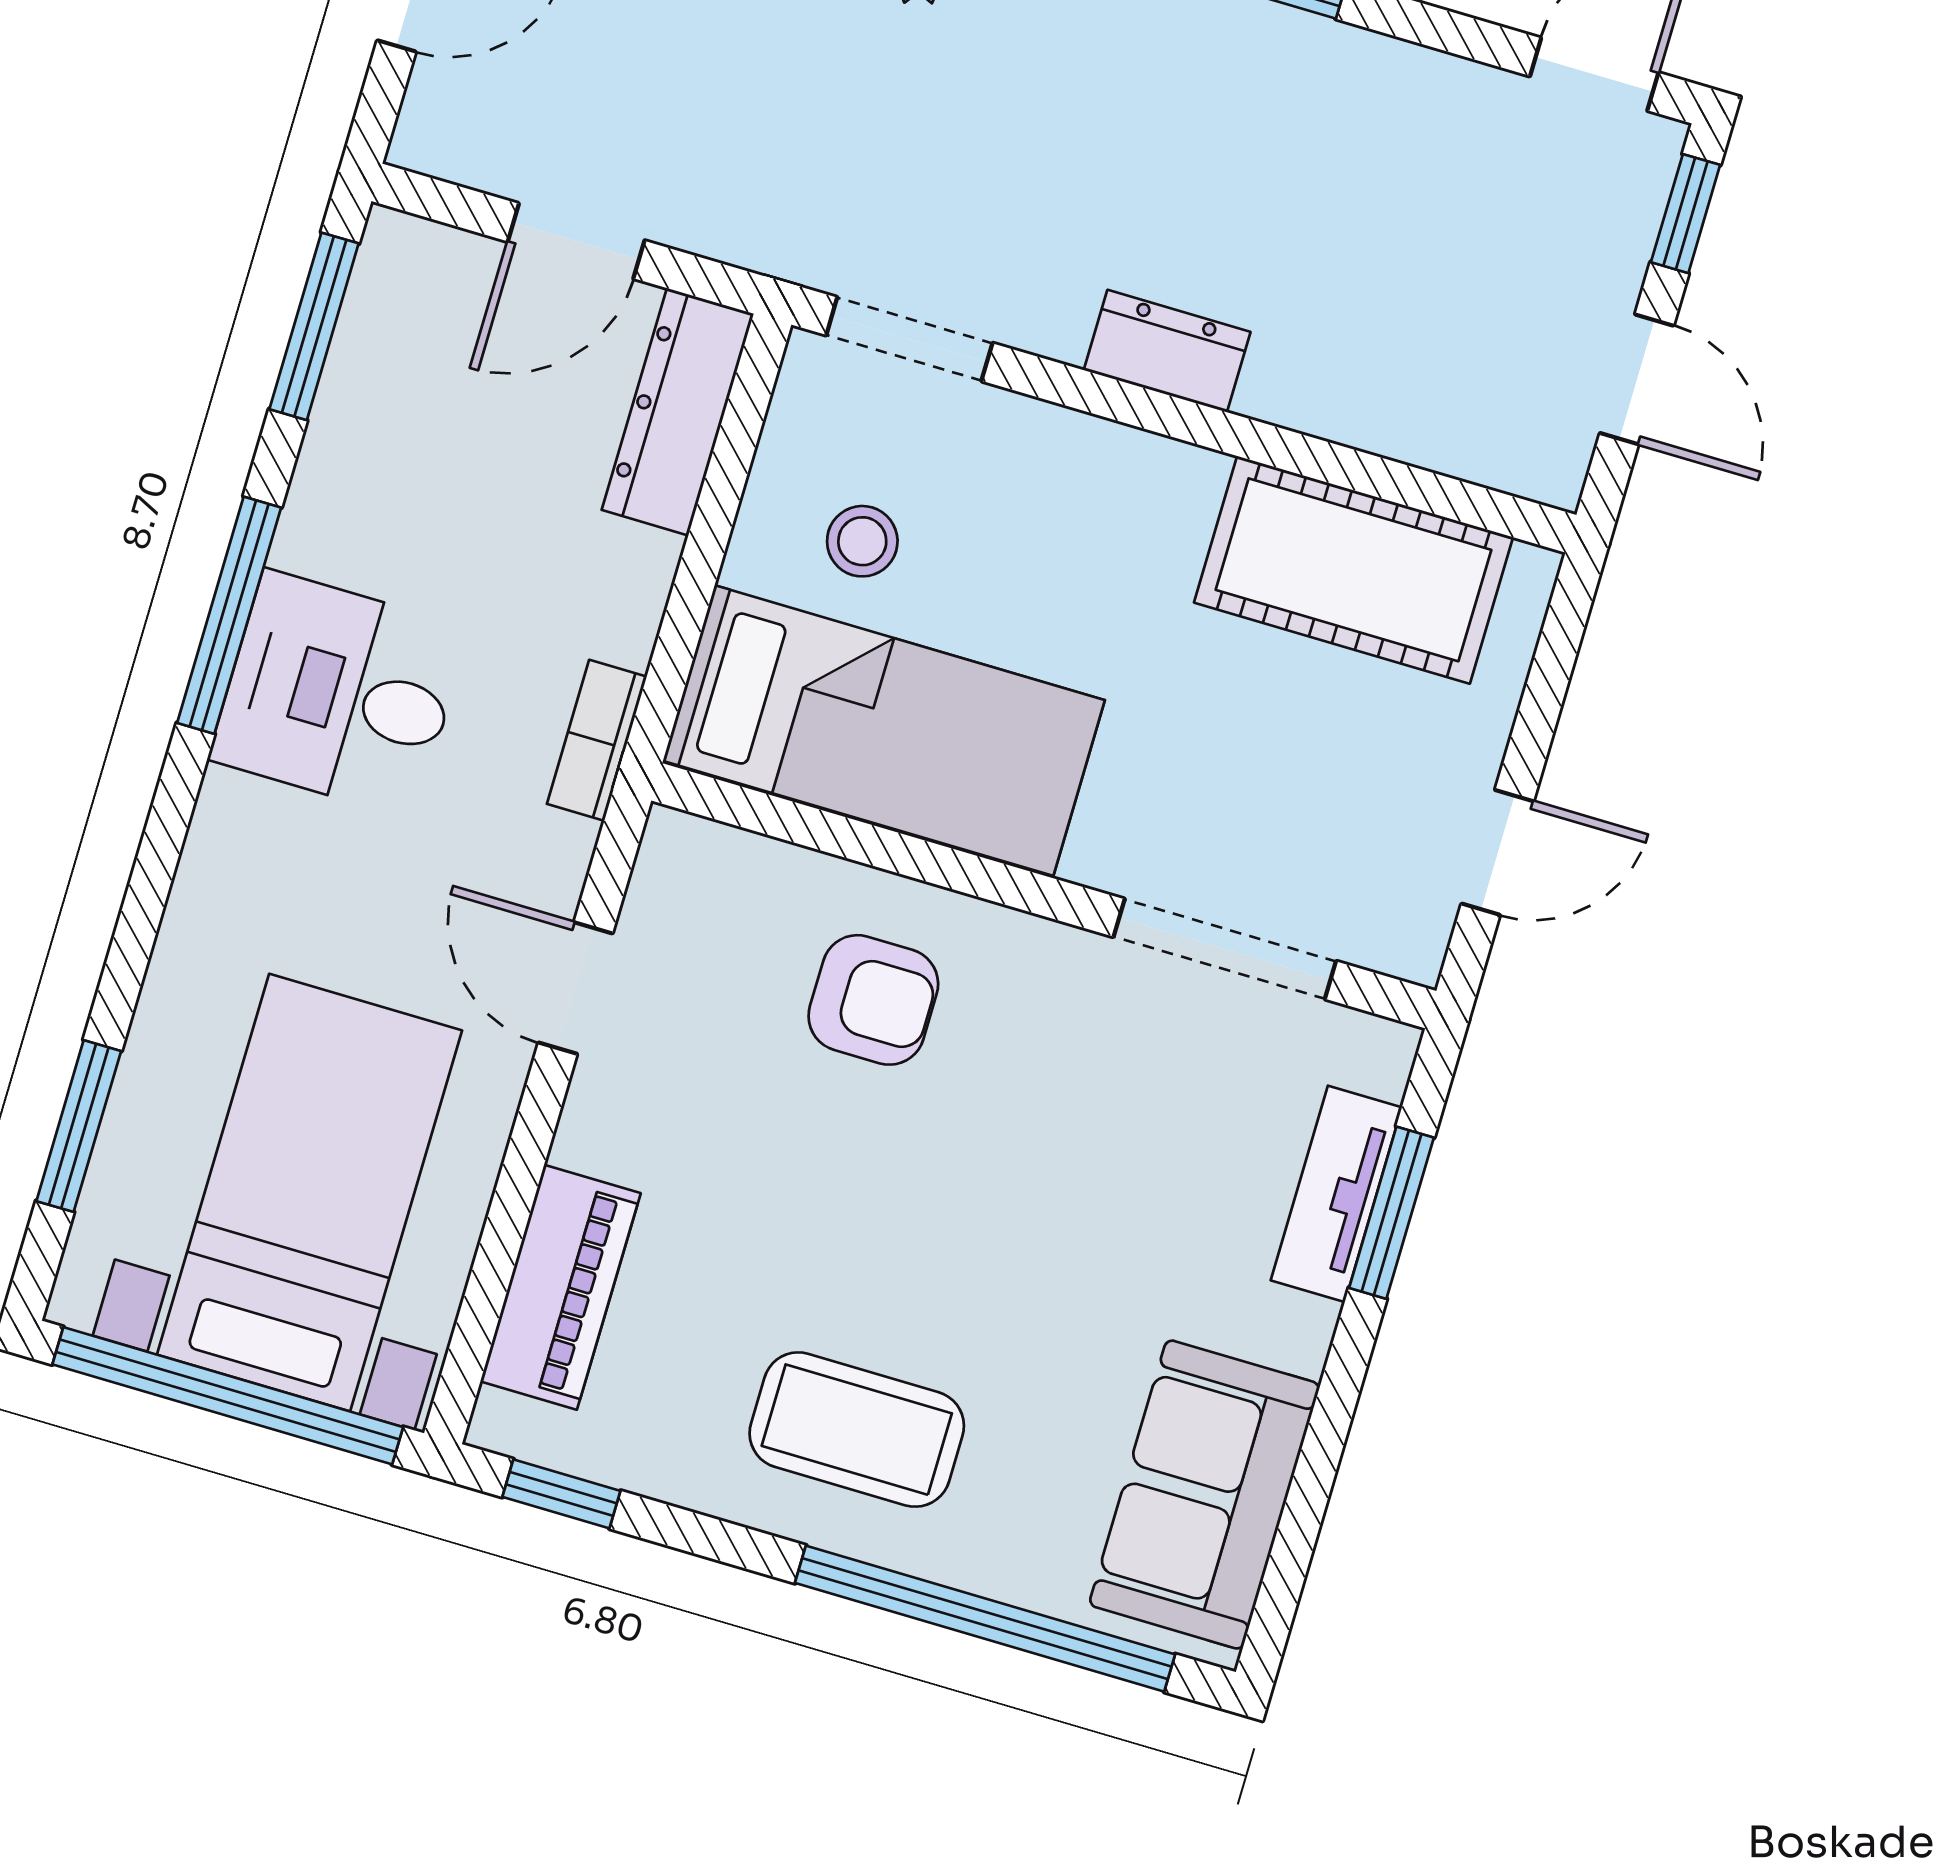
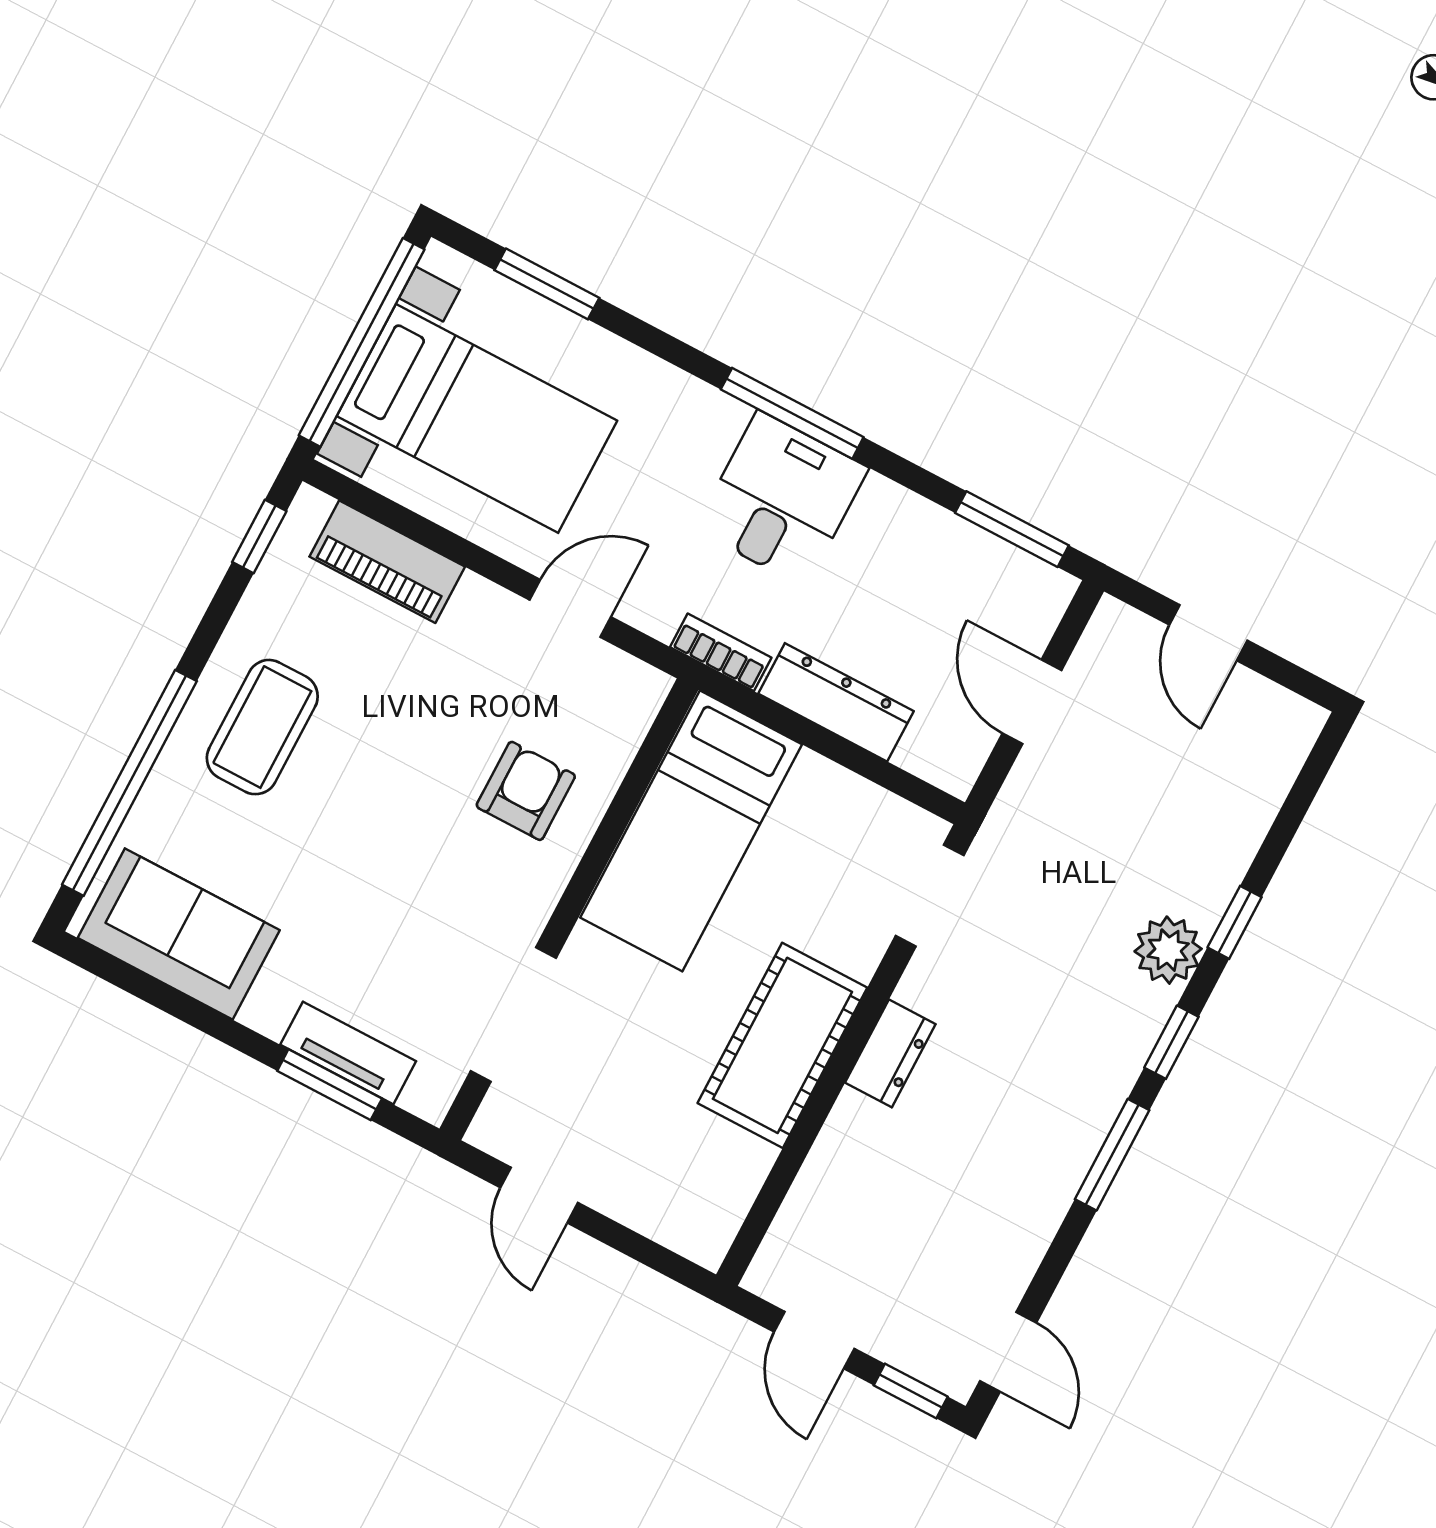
door: (1637, 379) -> (814, 1340), hinge flipped
dresser: (678, 412) -> (836, 702), moved
stool: (862, 541) -> (811, 841), removed
cot: (1353, 570) -> (782, 1045), moved
window: (229, 615) -> (792, 413), moved
armchair: (873, 1000) -> (526, 791), turned 180

